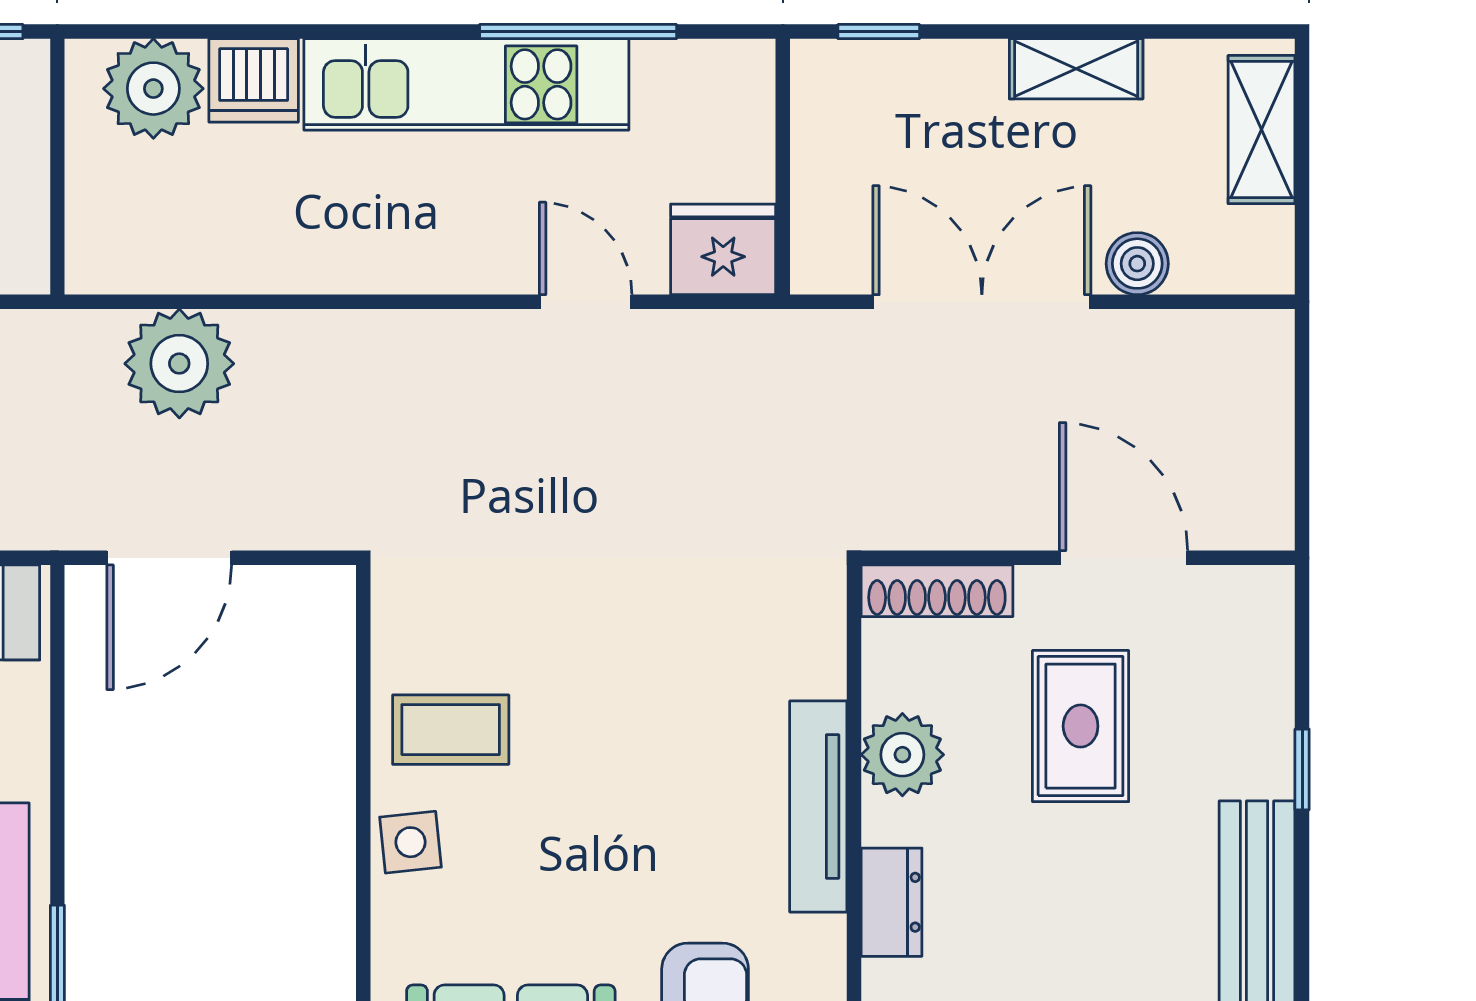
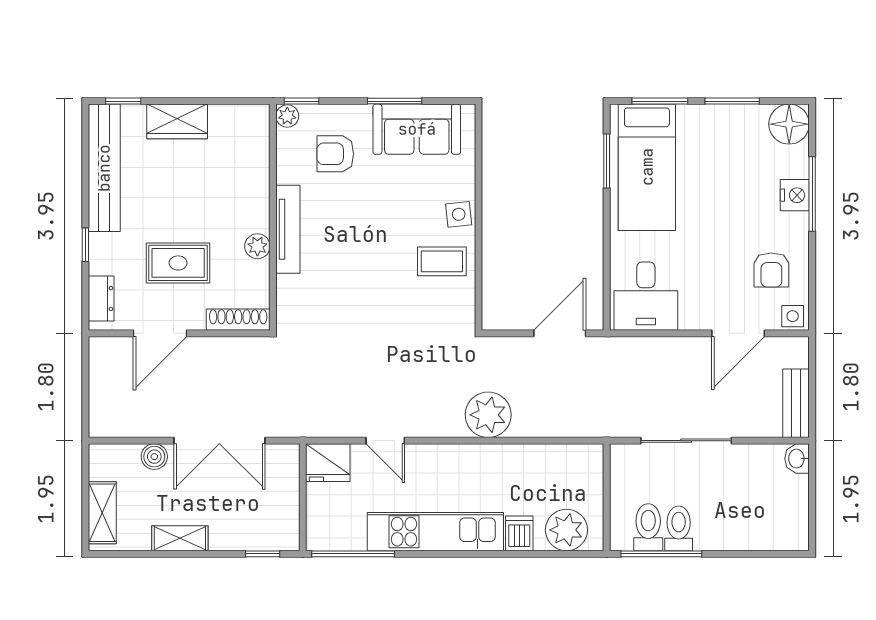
window: (578, 32) -> (353, 554), moved
dishwasher: (254, 80) -> (519, 533), width x0.73
plant: (179, 364) -> (488, 415), moved
door: (1124, 558) -> (160, 333), hinge flipped
rug: (1081, 726) -> (178, 263), turned 90
plant: (902, 755) -> (257, 246), width x0.73, depth x0.73
dresser: (892, 902) -> (101, 299), moved, turned 180

